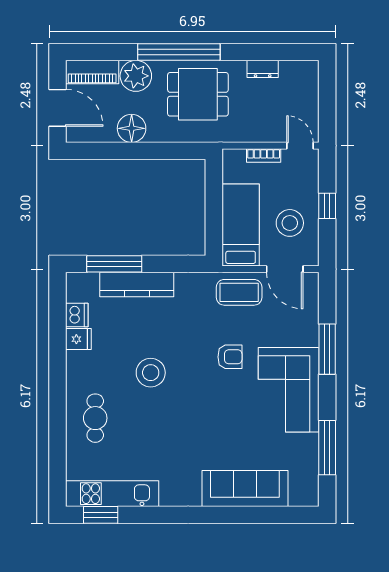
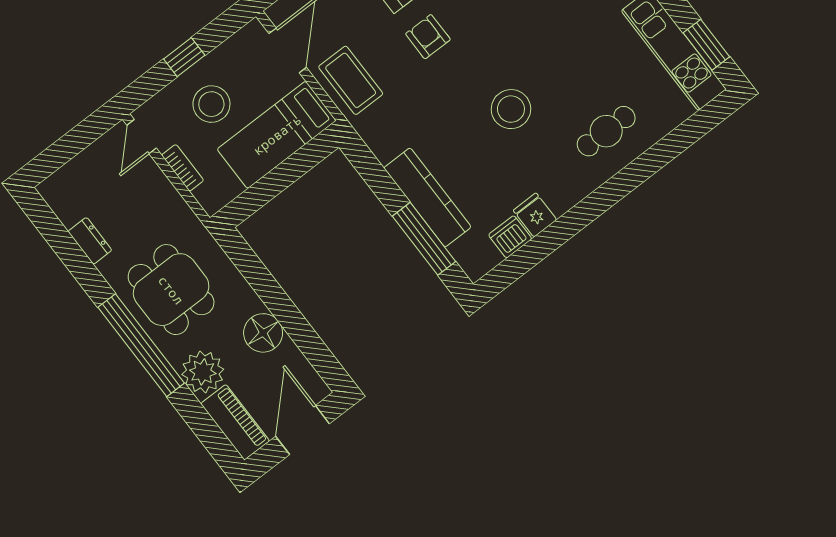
stool: (290, 223) -> (211, 104), moved

